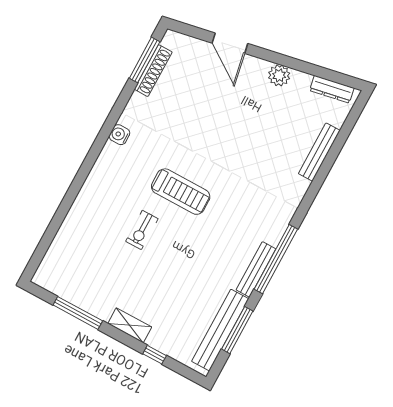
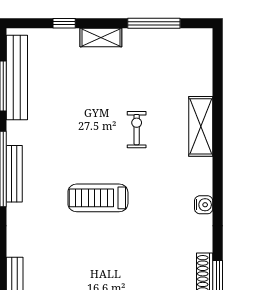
treadmill: (181, 192) -> (98, 198), moved
shelving: (86, 203) -> (201, 126), added
bench: (256, 269) -> (14, 174), moved

